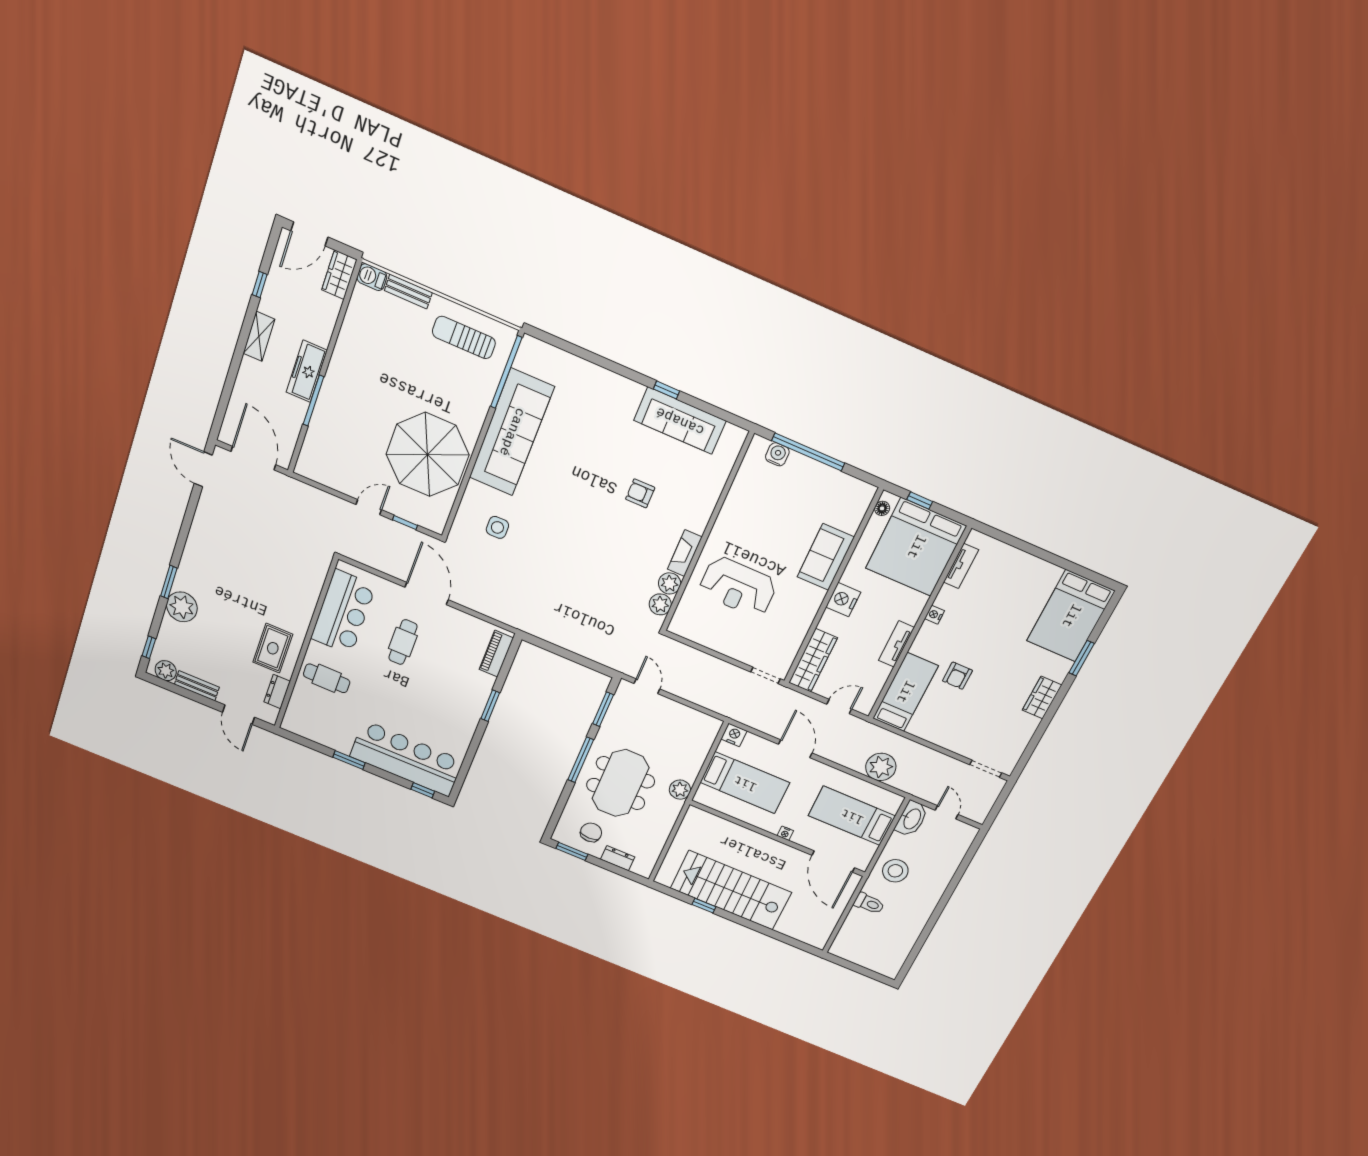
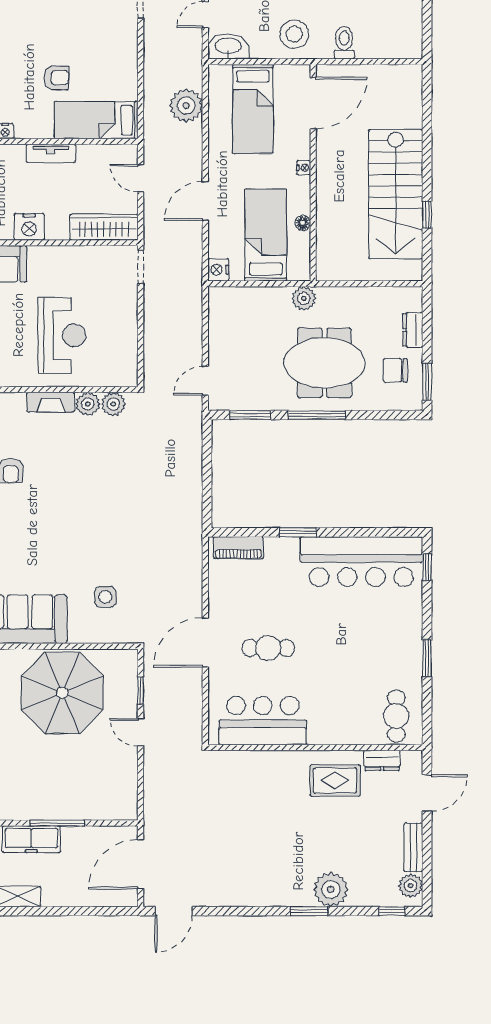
cafe table: (327, 678) -> (396, 716), moved
bar counter: (406, 758) -> (361, 562), moved, turned -90
floor lamp: (741, 814) -> (303, 223), added

